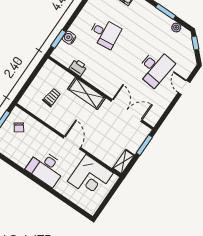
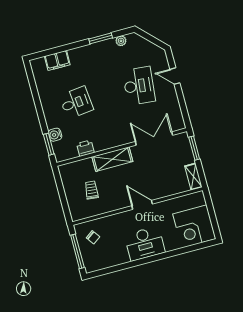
window: (195, 43) -> (147, 36), removed
corner desk: (90, 177) -> (194, 226), moved, turned 90

